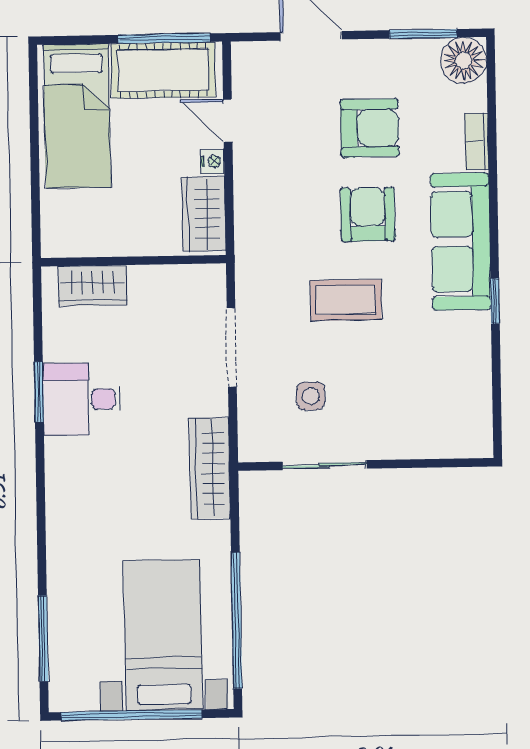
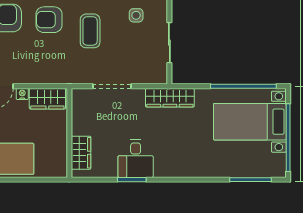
side table: (311, 396) -> (136, 15), moved

